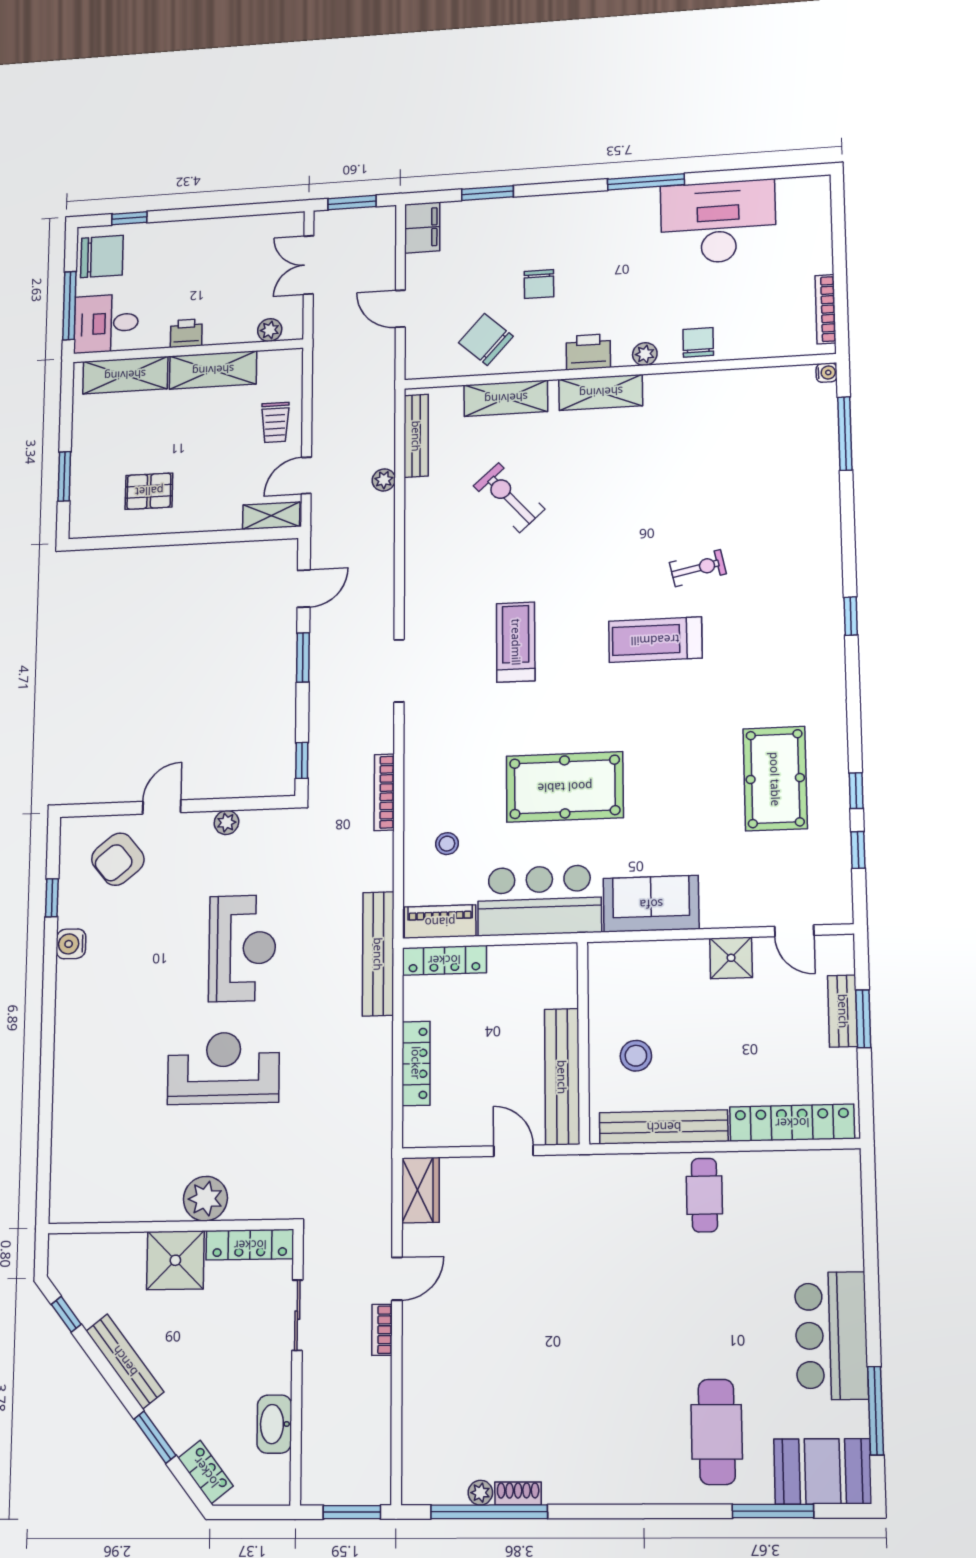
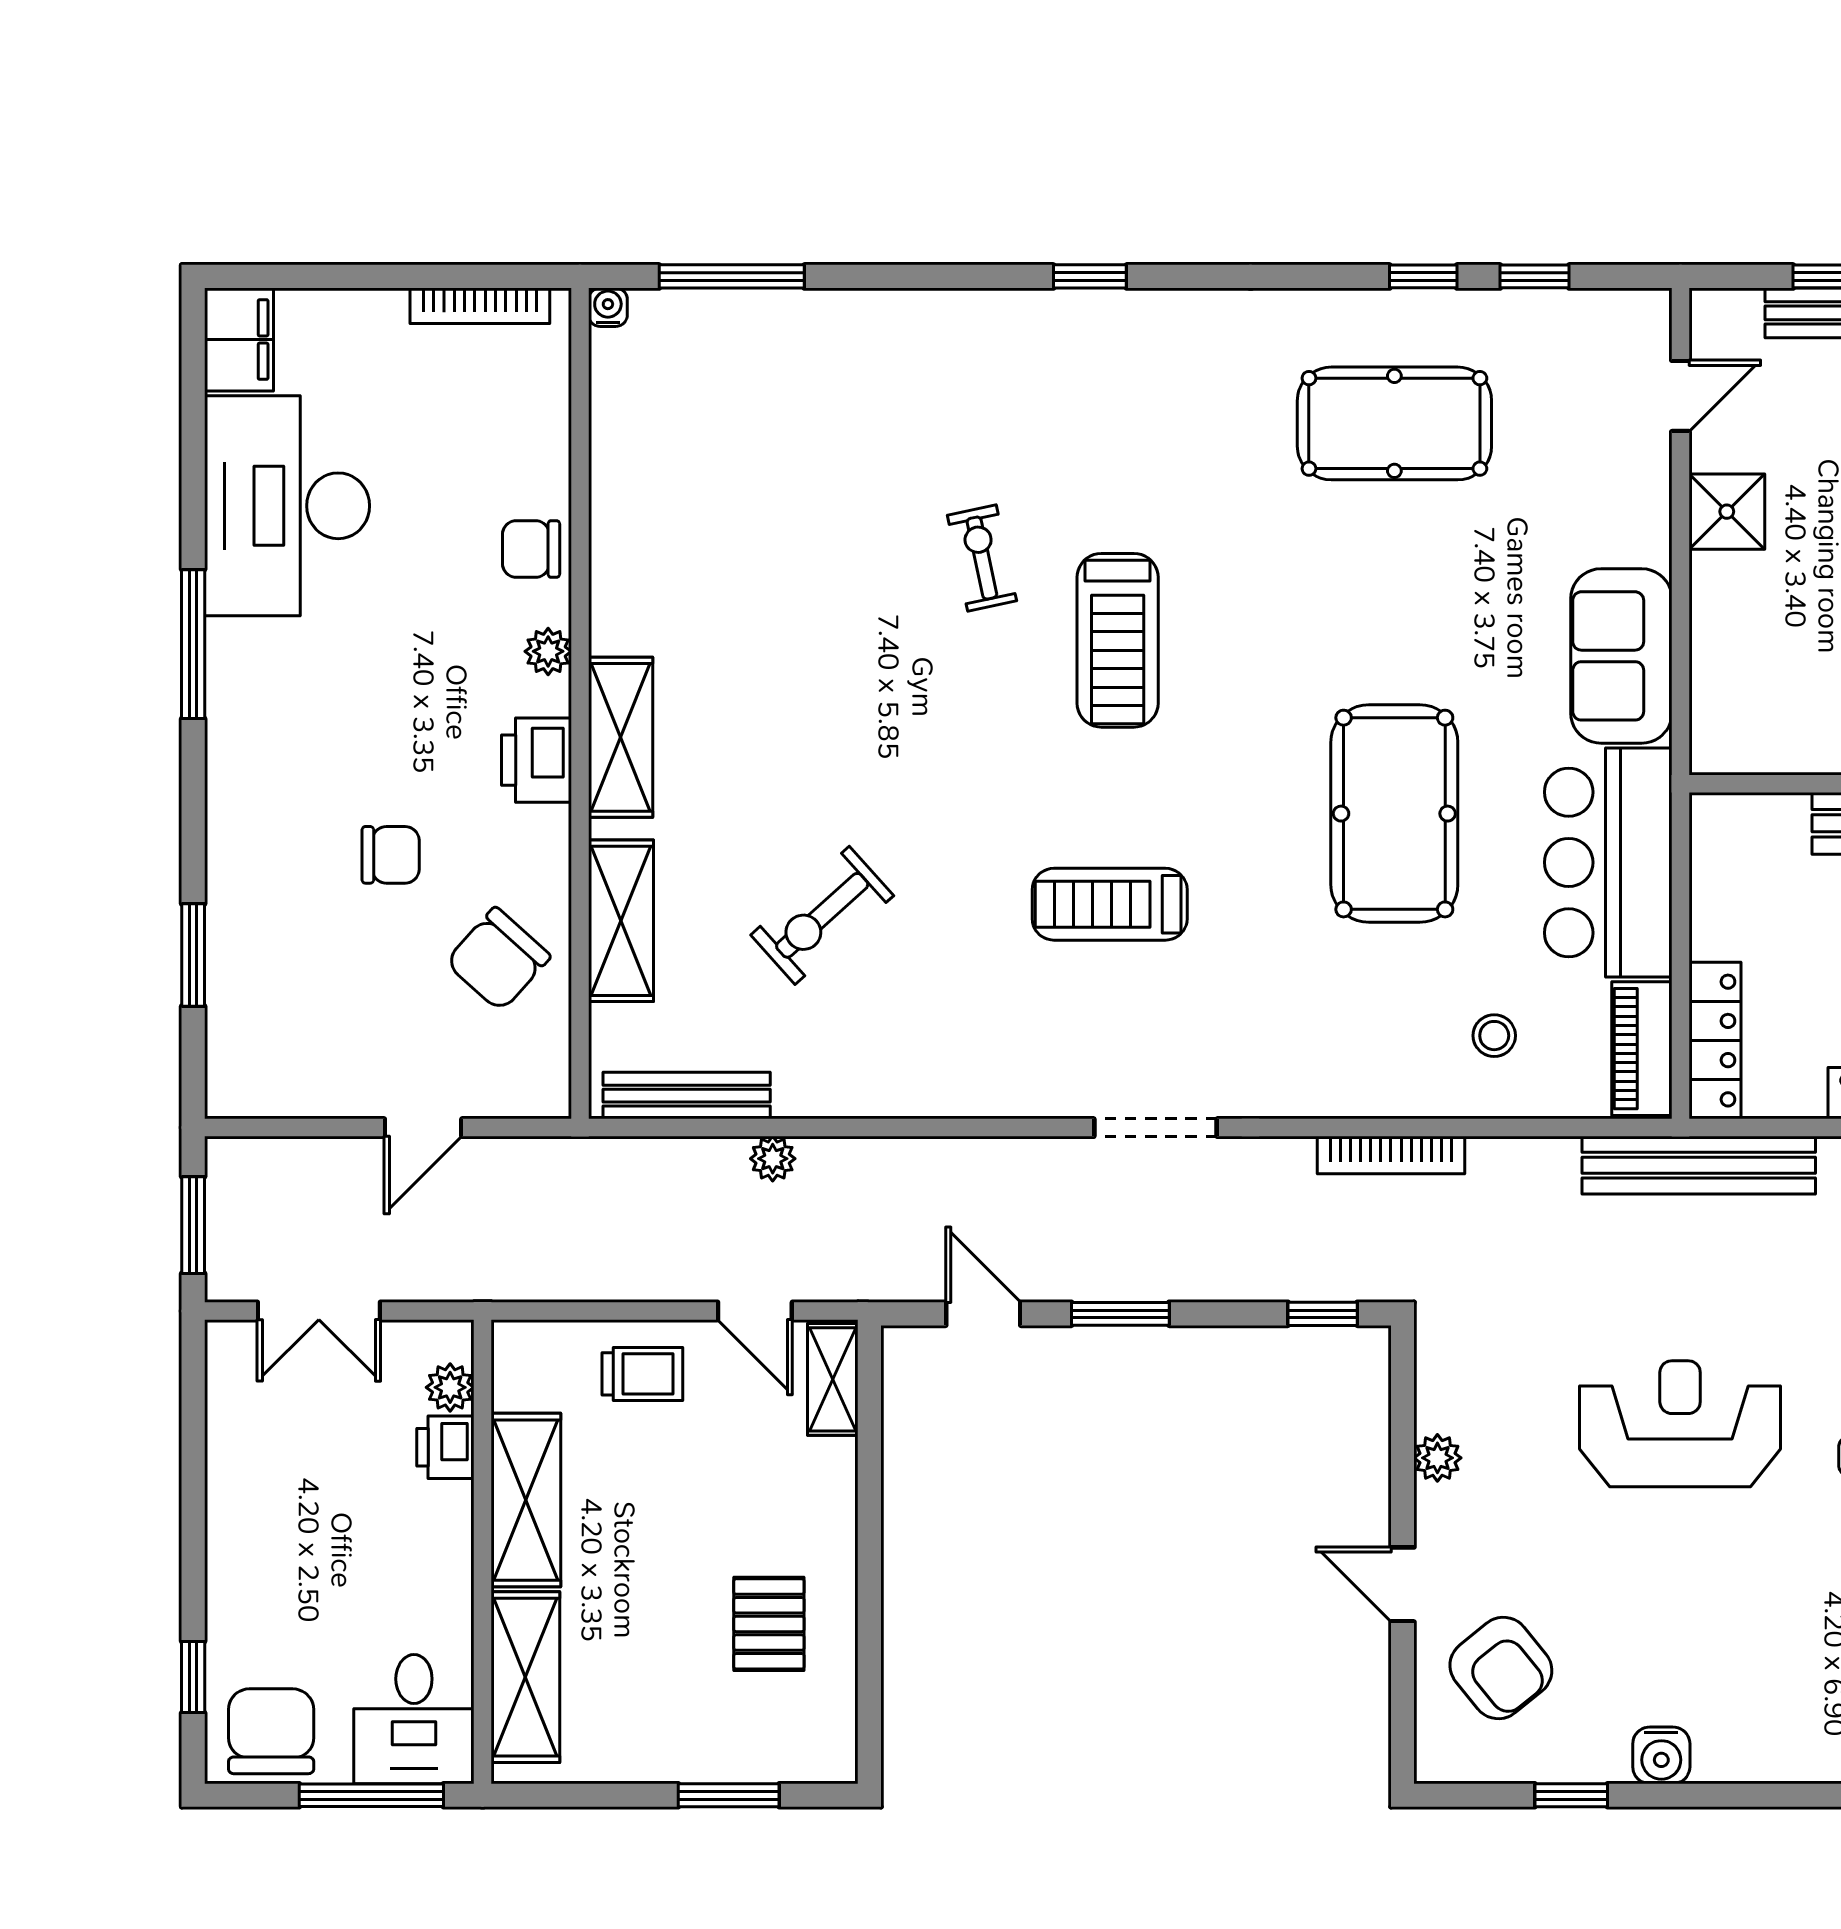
filing cabinet: (422, 228) -> (239, 339), moved, turned 90
printer: (186, 333) -> (445, 1447), moved

